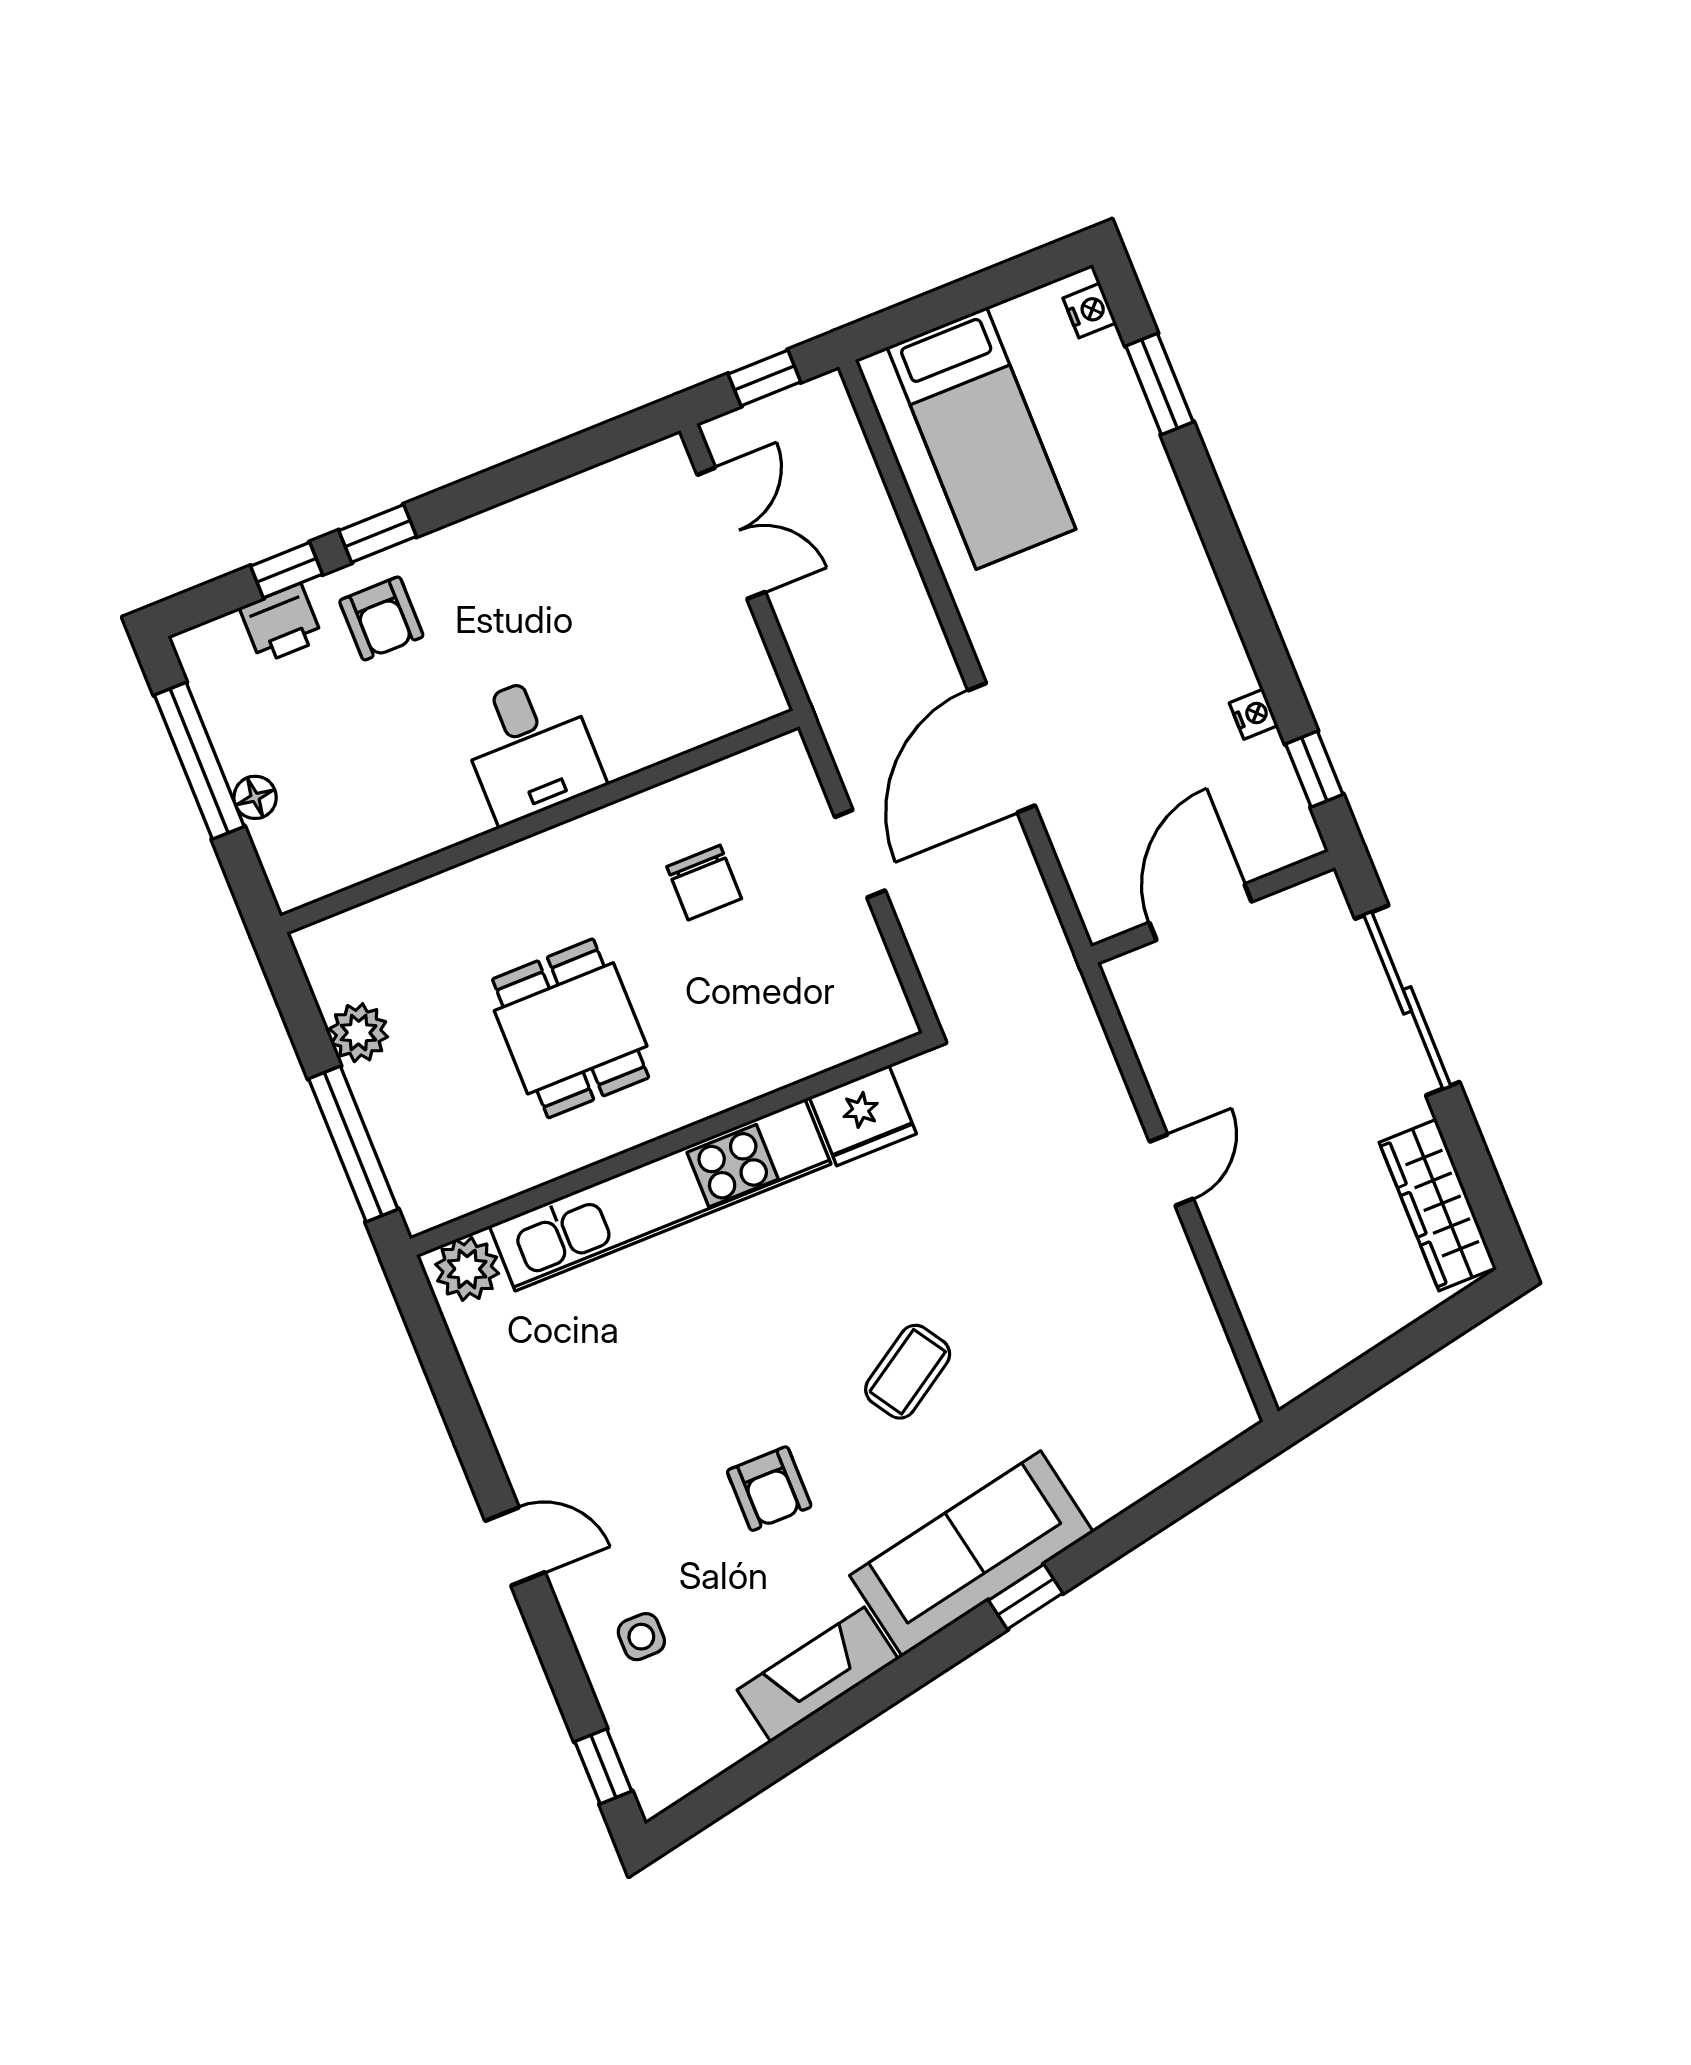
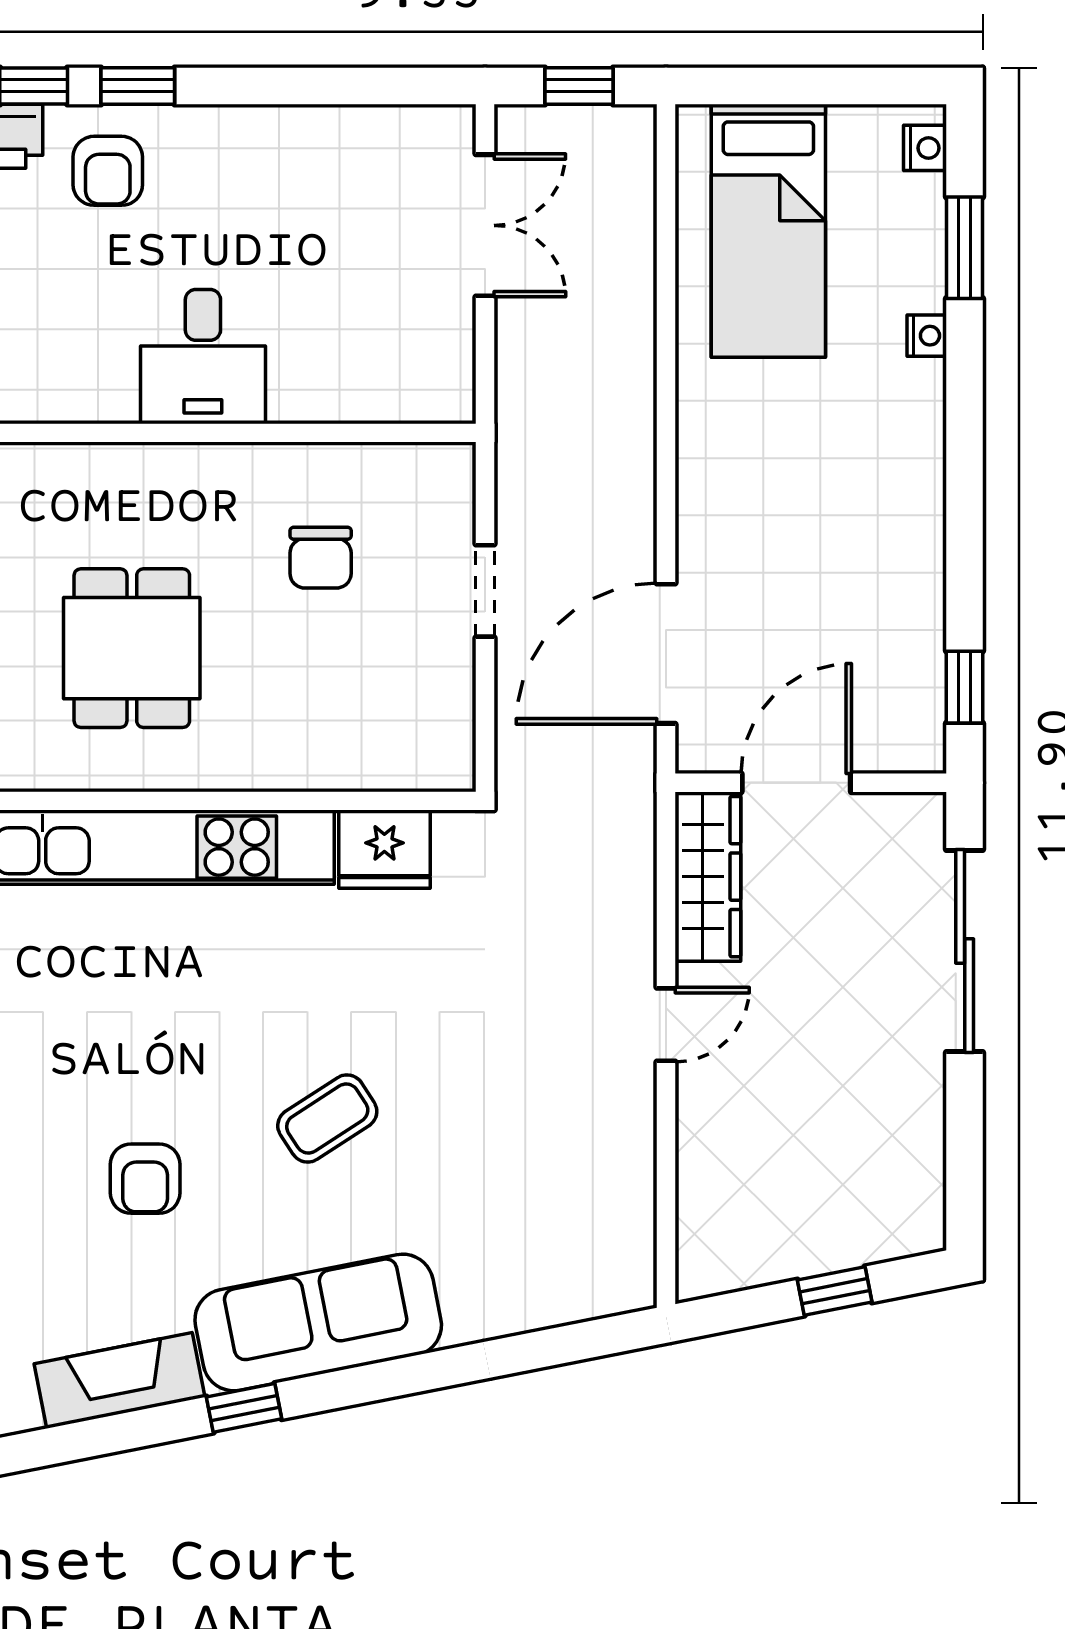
nightstand: (1254, 714) -> (927, 336), moved
door: (1002, 748) -> (666, 654), moved
wardrobe: (1438, 1205) -> (708, 877), moved, turned 180
window: (1413, 1344) -> (835, 1291), added
window: (1026, 1597) -> (244, 1408), moved

